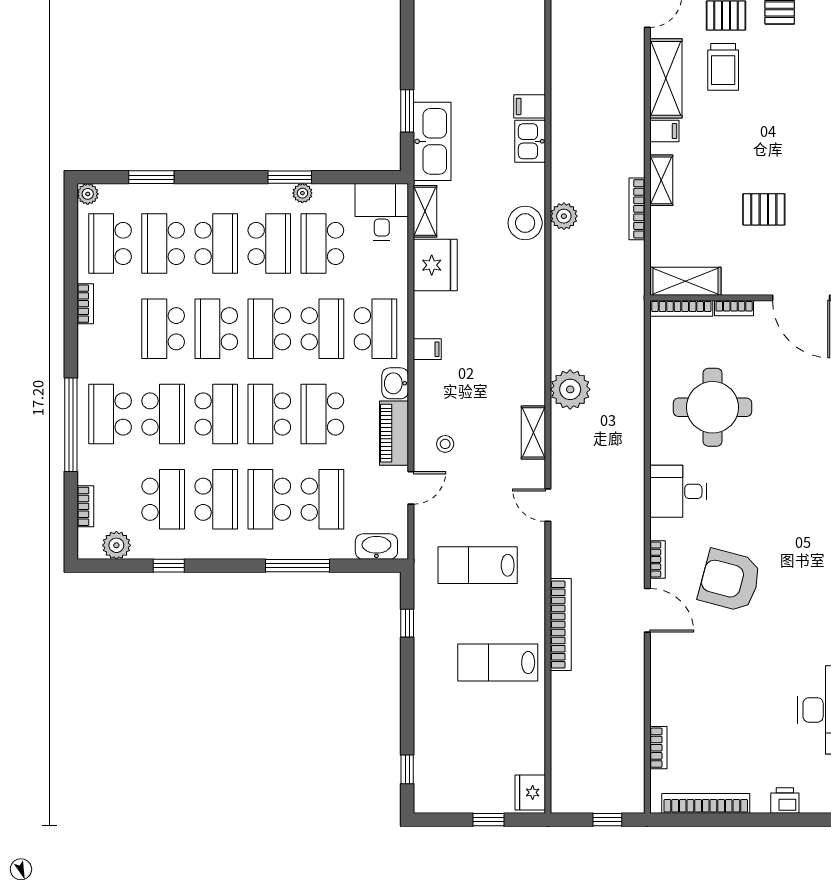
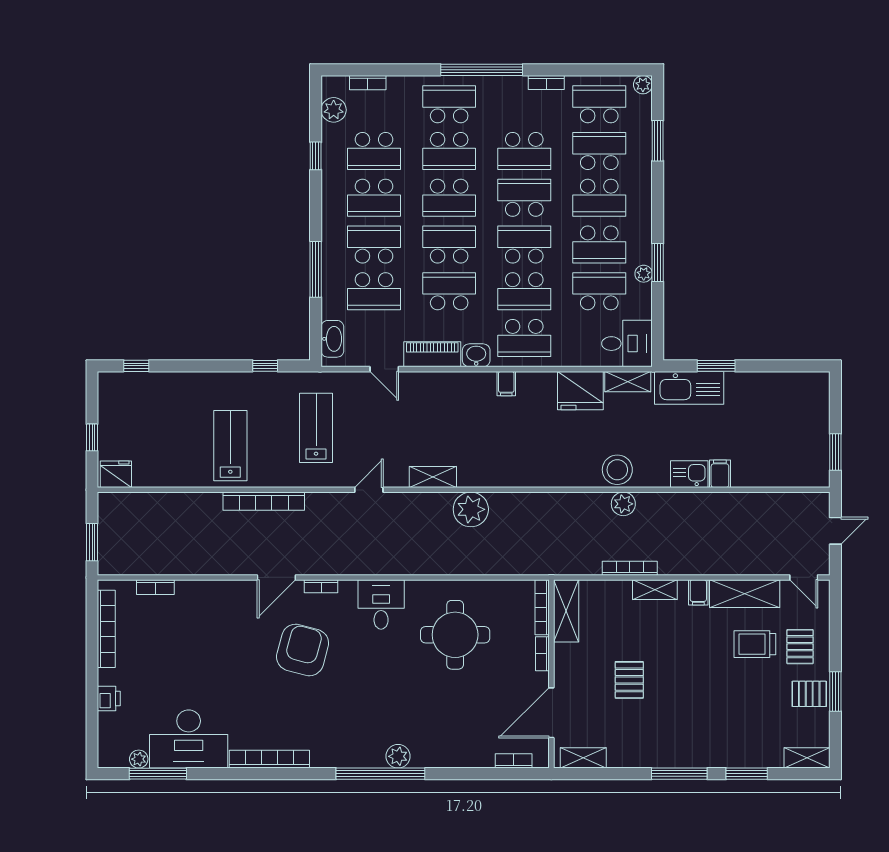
school desk: (163, 329) -> (524, 151), turned 180
window: (71, 425) -> (482, 70), moved
stool: (445, 444) -> (423, 399), removed
window: (607, 820) -> (92, 542), width x1.50

